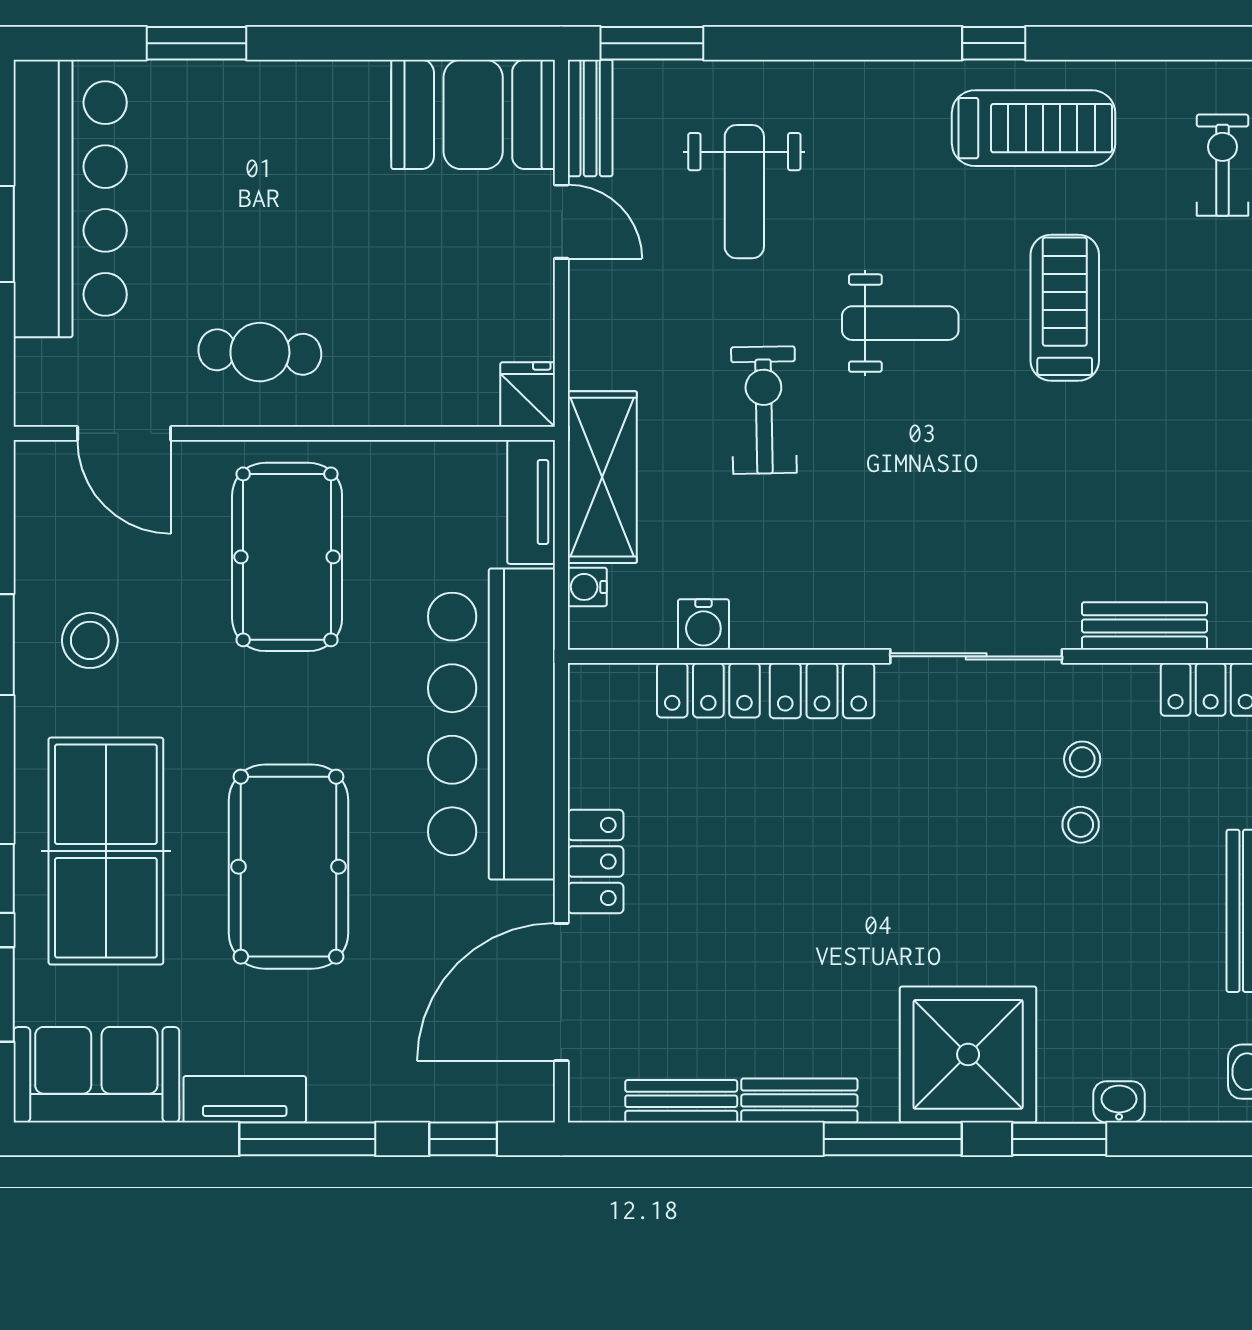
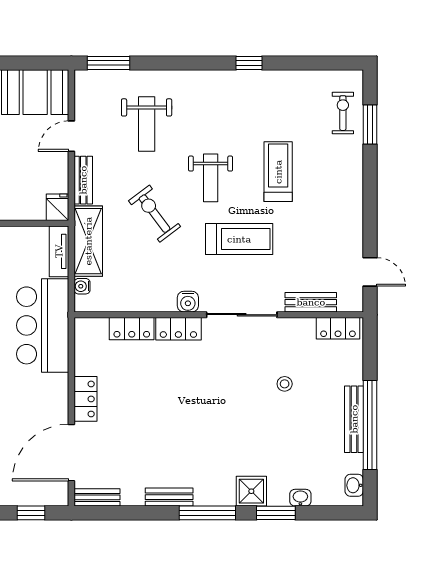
bench: (590, 118) -> (83, 180), moved
treadmill: (1034, 128) -> (239, 239), moved
door: (561, 222) -> (71, 136), swing flipped
weight bench: (900, 323) -> (211, 178), turned 90
exercise bike: (764, 410) -> (155, 214), turned -36
water cooler: (703, 624) -> (188, 302), moved
bar counter: (491, 724) -> (43, 325), width x0.73
stool: (1082, 759) -> (285, 357), removed
shower: (968, 1054) -> (251, 491), width x0.54, depth x0.54
bench: (681, 1101) -> (97, 497), moved

